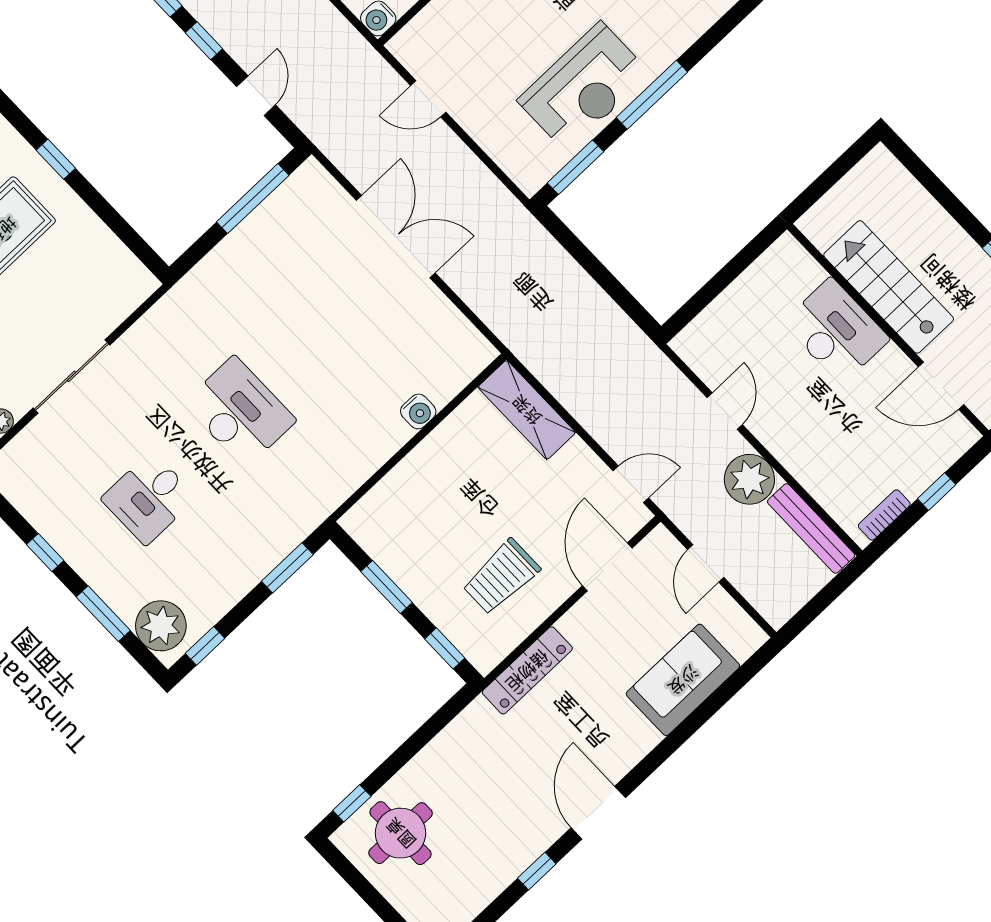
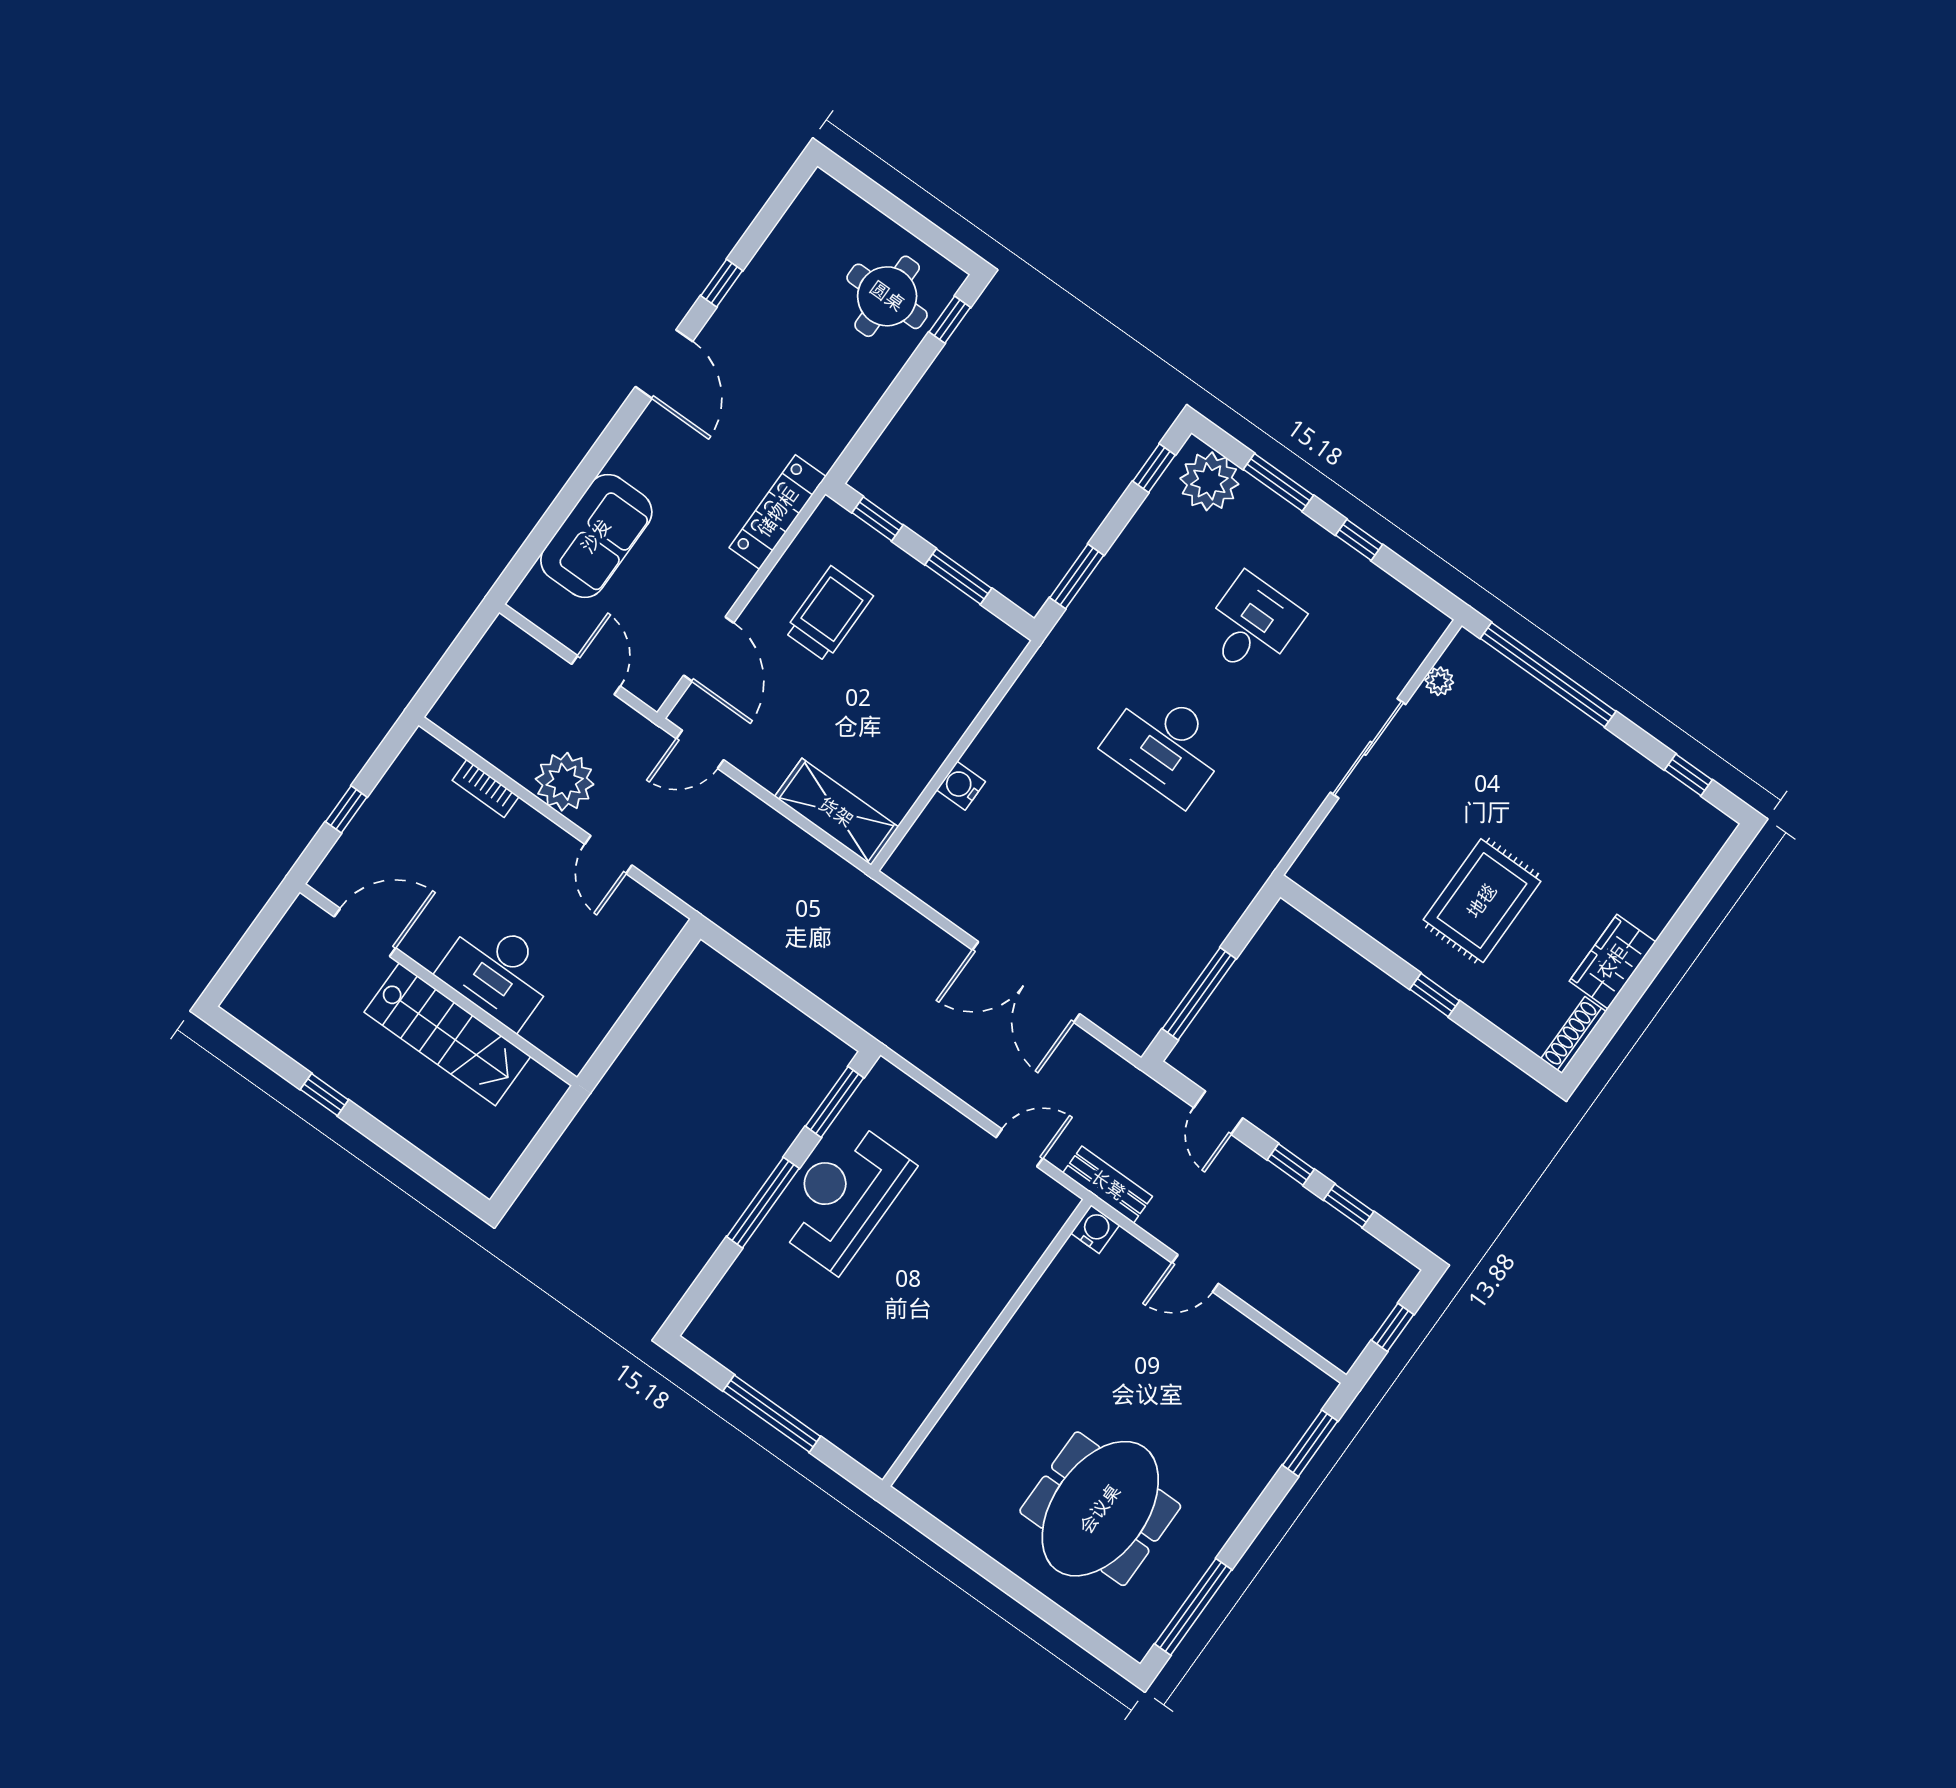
bookcase: (884, 515) -> (486, 788), moved, turned 90
bench: (811, 528) -> (1108, 1185), moved, width x0.73

